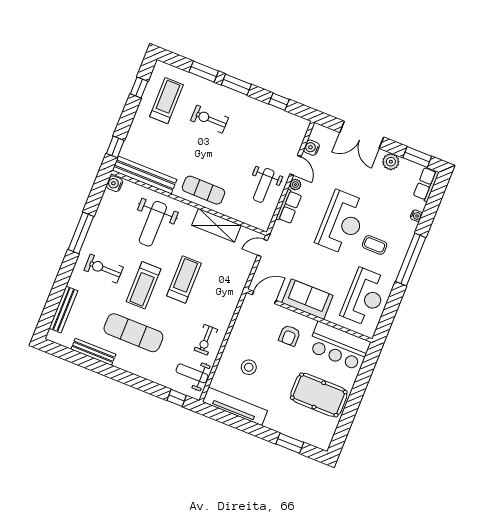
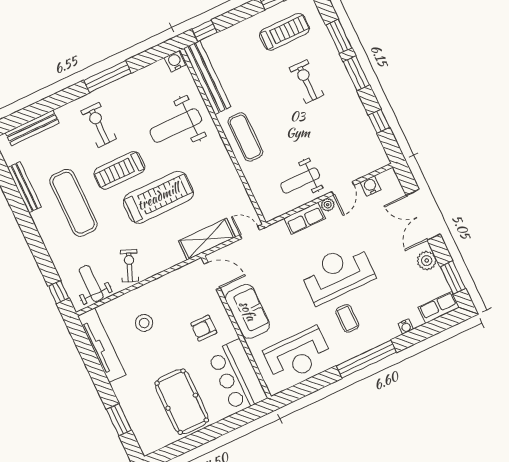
reception desk: (342, 222) -> (337, 273), turned 180
shelving: (216, 225) -> (207, 239), moved, turned 90
treadmill: (184, 279) -> (158, 197), width x1.37, depth x1.38
exercise bike: (206, 340) -> (129, 266), turned 112

